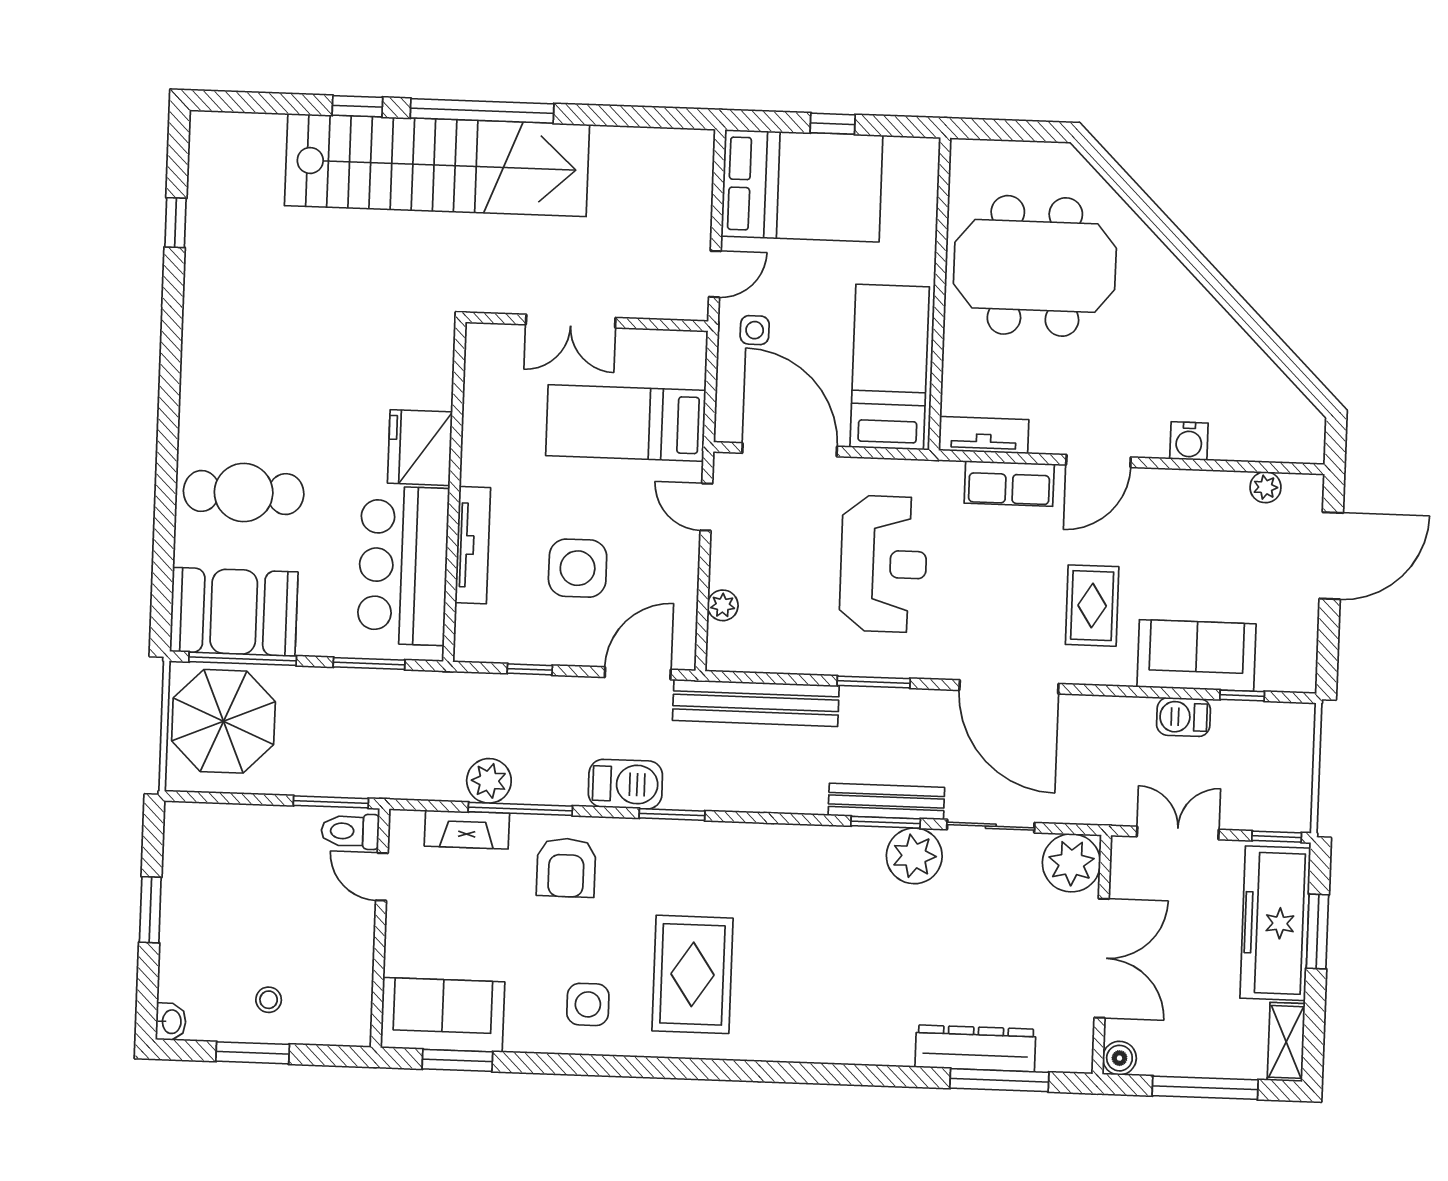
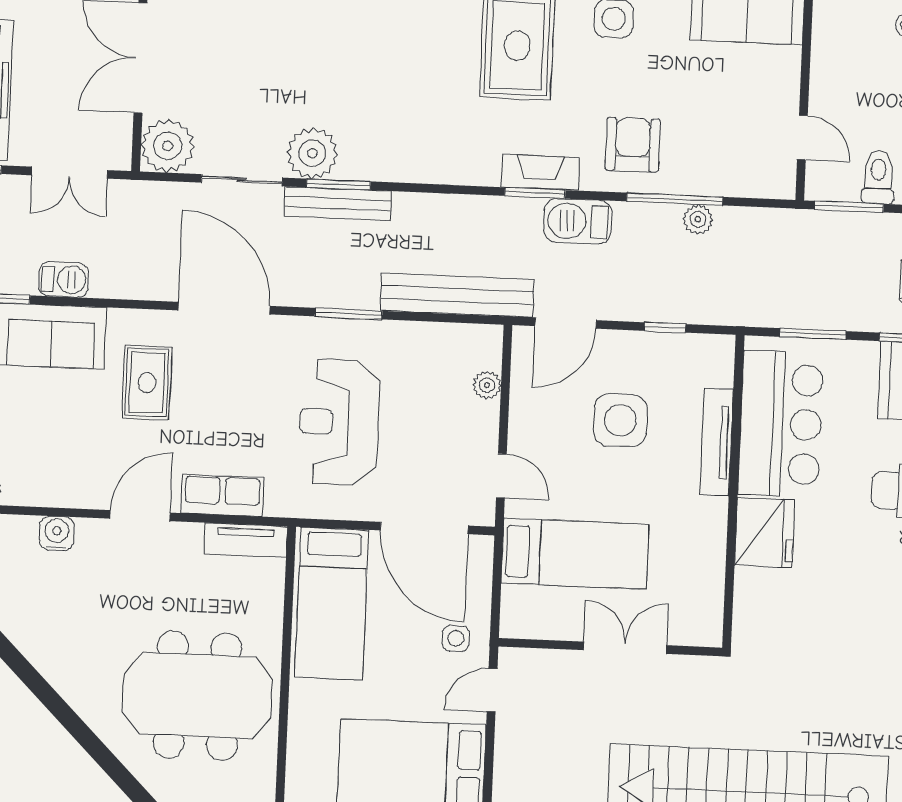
plant: (489, 781) -> (698, 219), width x0.73, depth x0.73
fireplace: (467, 830) -> (540, 172), moved
toilet: (350, 831) -> (878, 177), moved, turned -90

